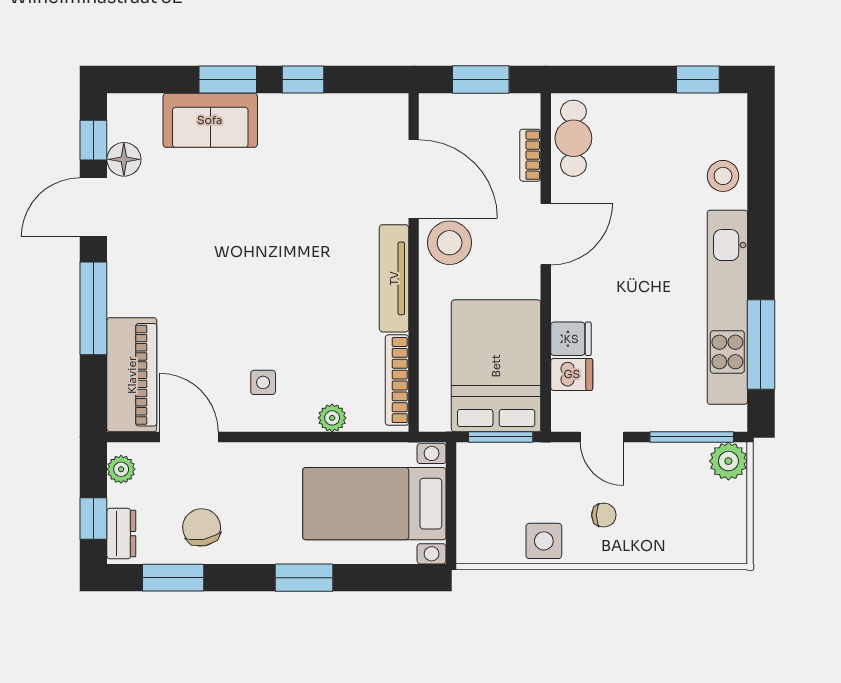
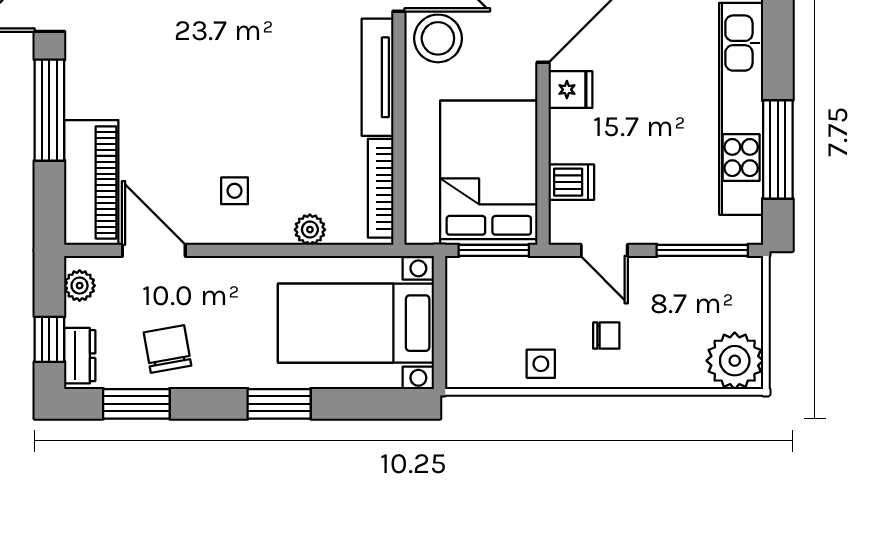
fridge: (571, 339) -> (570, 90), moved
plant: (728, 461) -> (735, 361), moved, width x1.36, depth x1.36
side table: (544, 541) -> (541, 364), width x0.73, depth x0.73

